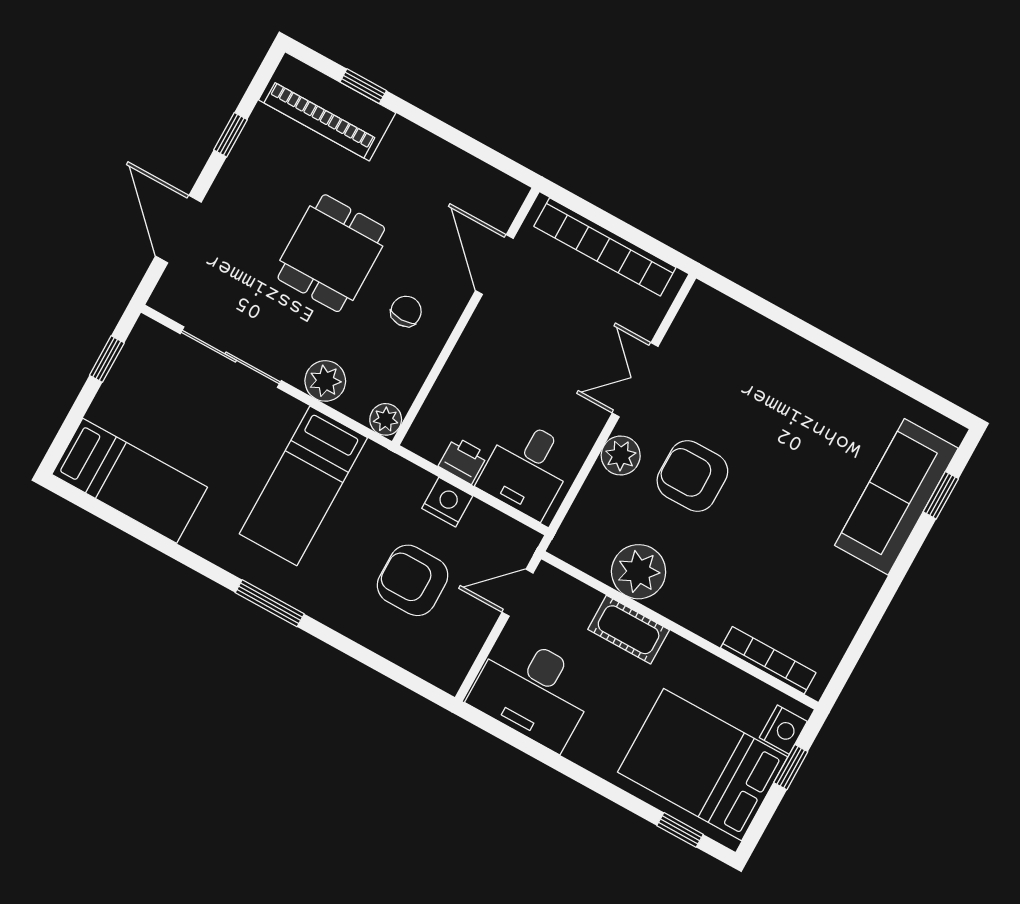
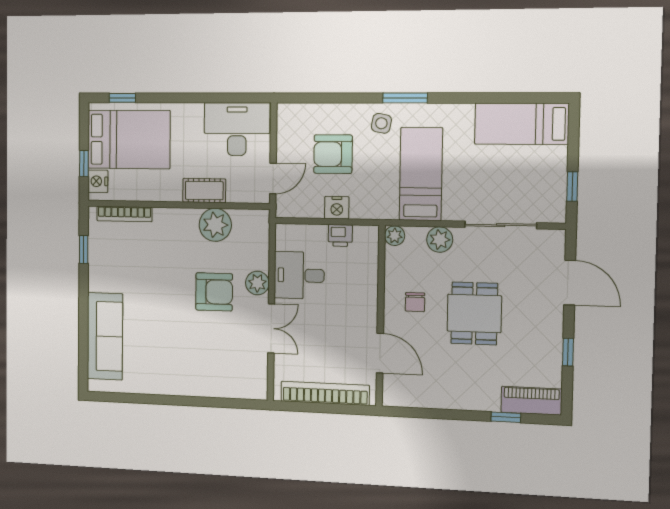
piano: (327, 106) -> (531, 401), width x0.73, depth x0.75
desk: (527, 469) -> (299, 275), moved, turned -90
window: (941, 495) -> (84, 249), moved
armchair: (413, 580) -> (333, 154), turned 180
side table: (321, 586) -> (381, 123), added

